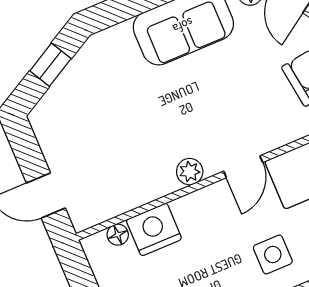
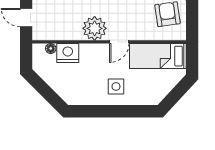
plant: (190, 172) -> (95, 28), width x1.88, depth x1.88

